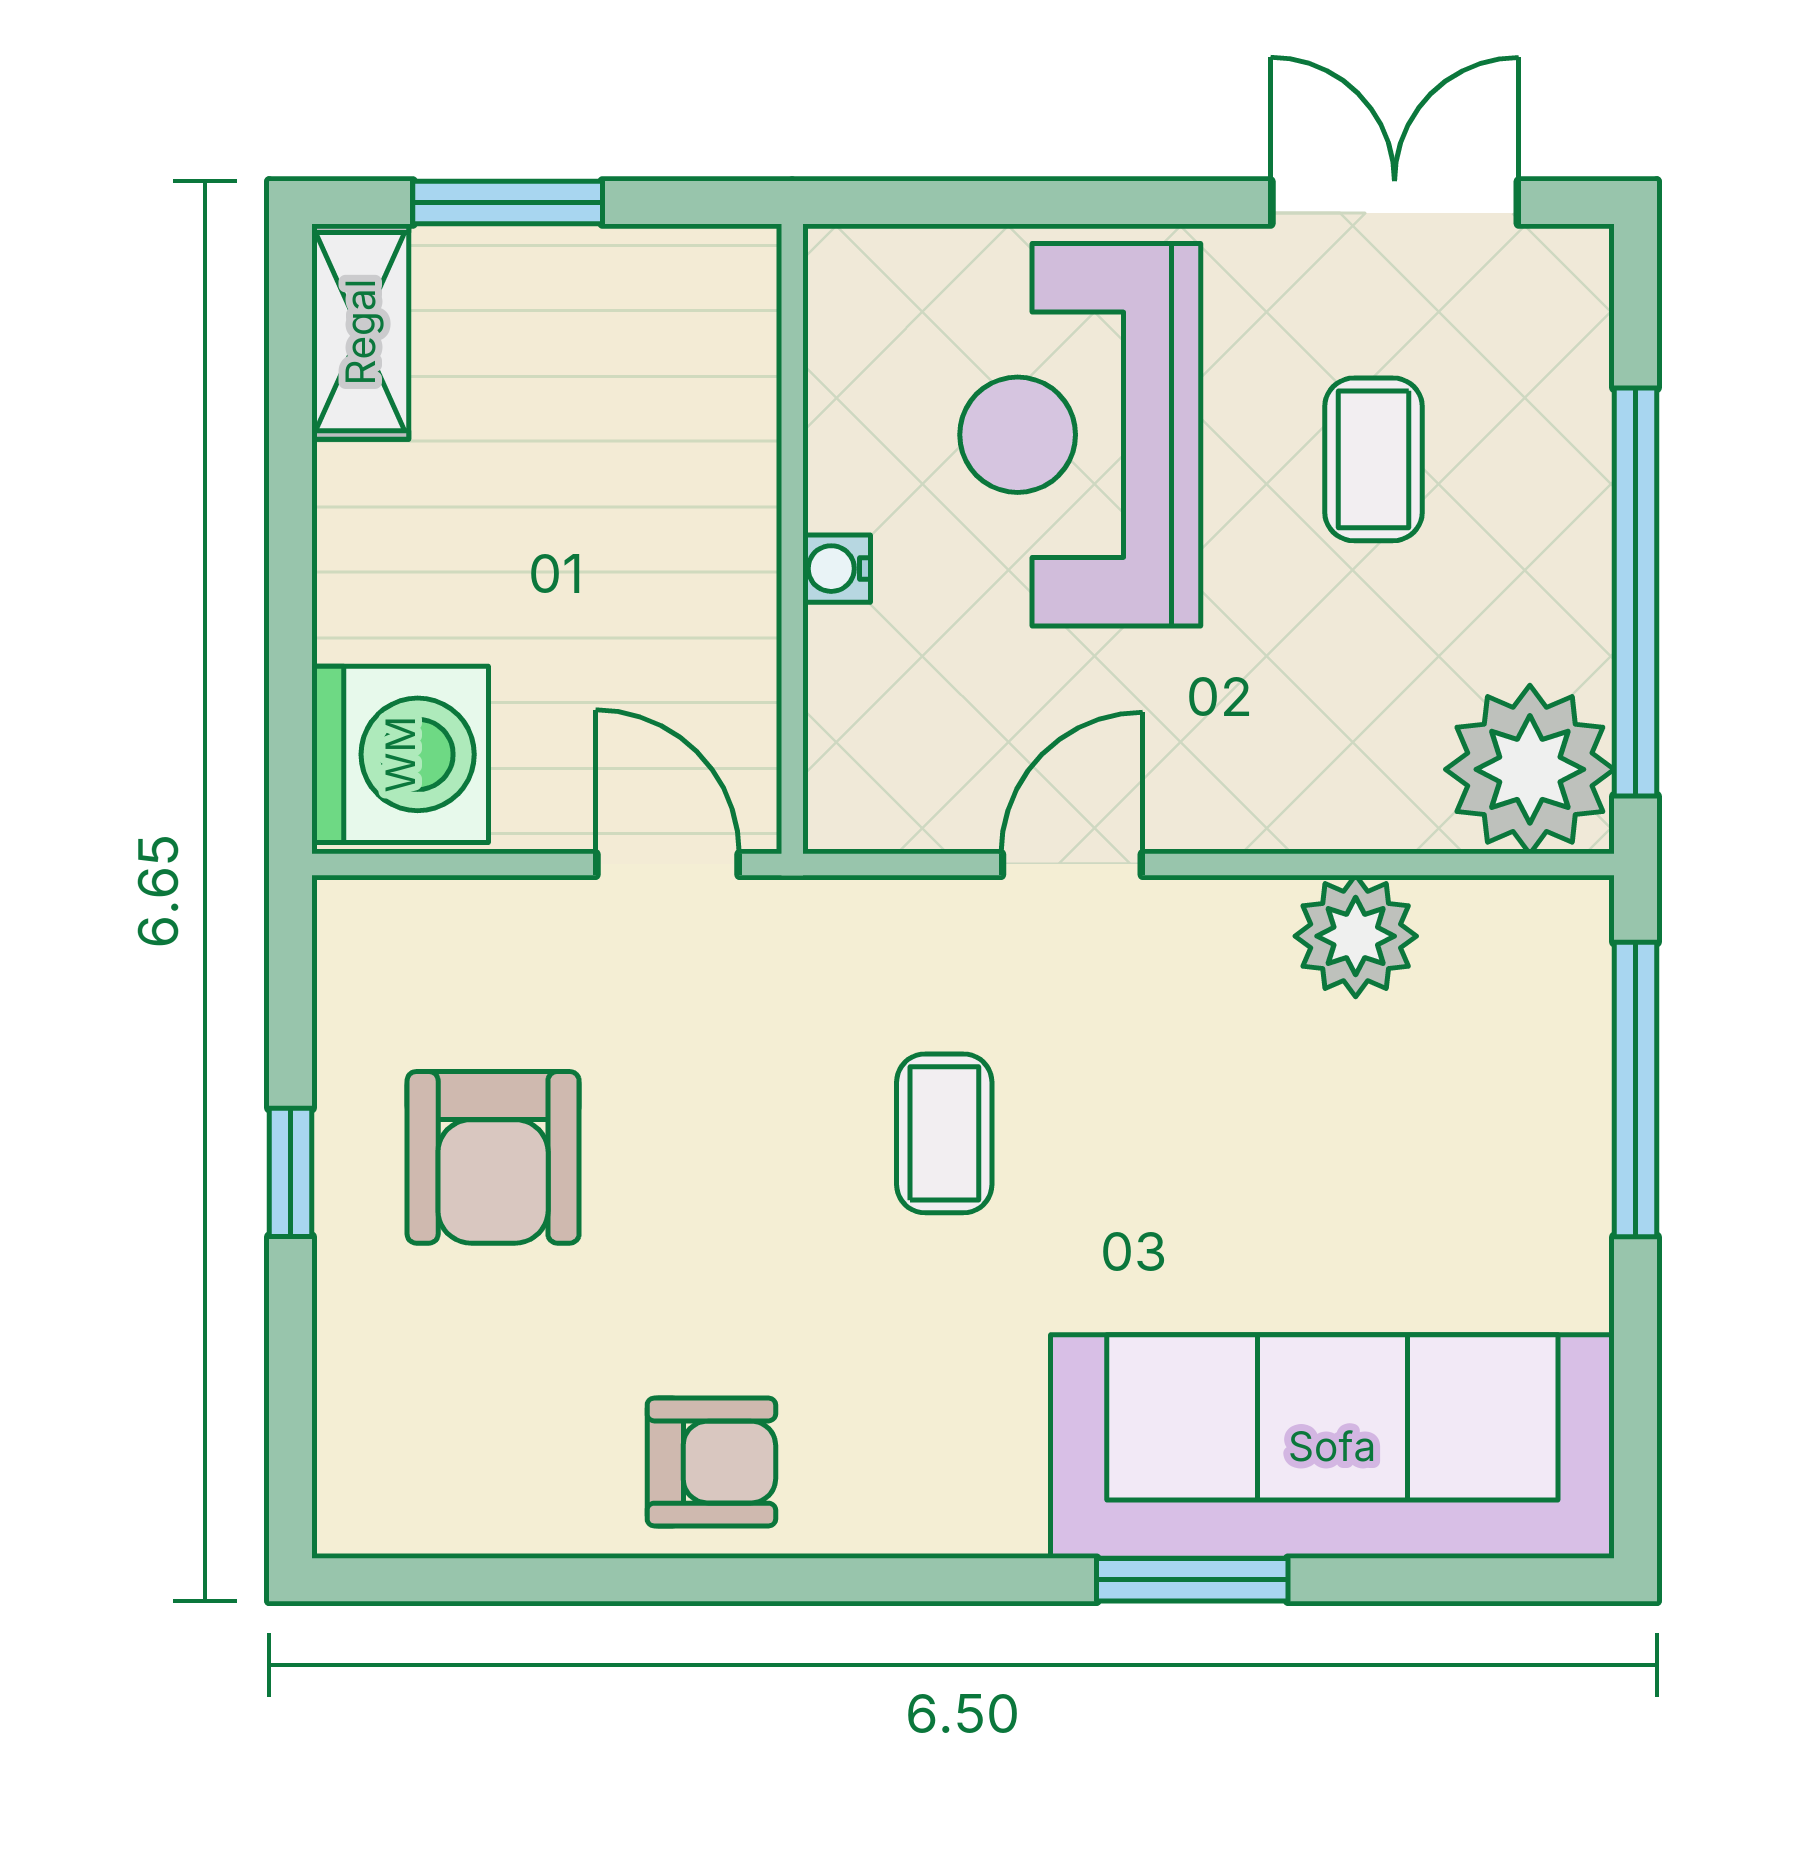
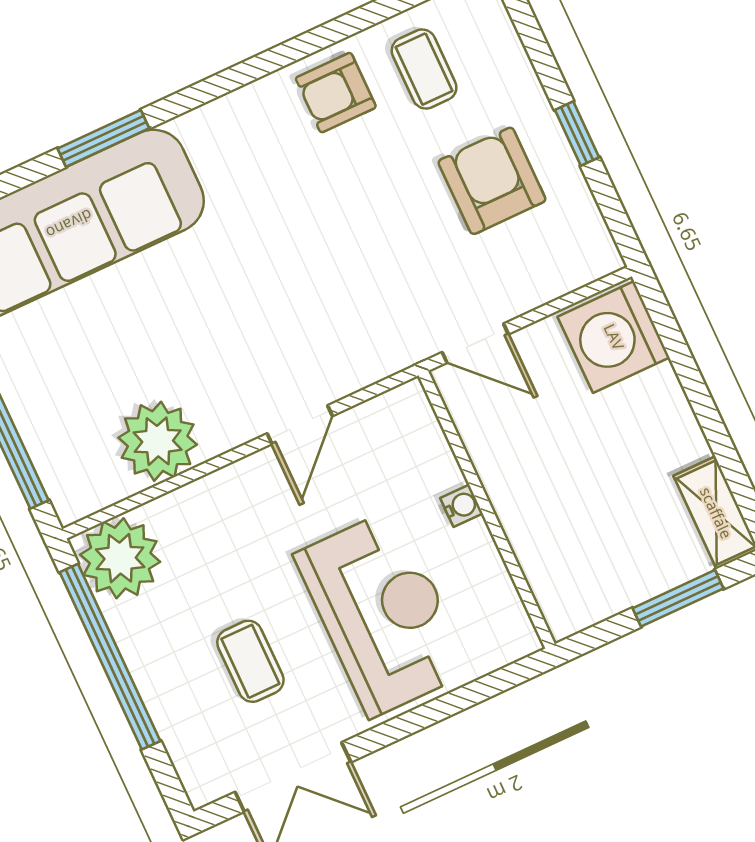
plant: (1356, 936) -> (158, 441), width x1.36, depth x1.36
coffee table: (944, 1133) -> (424, 69), moved

